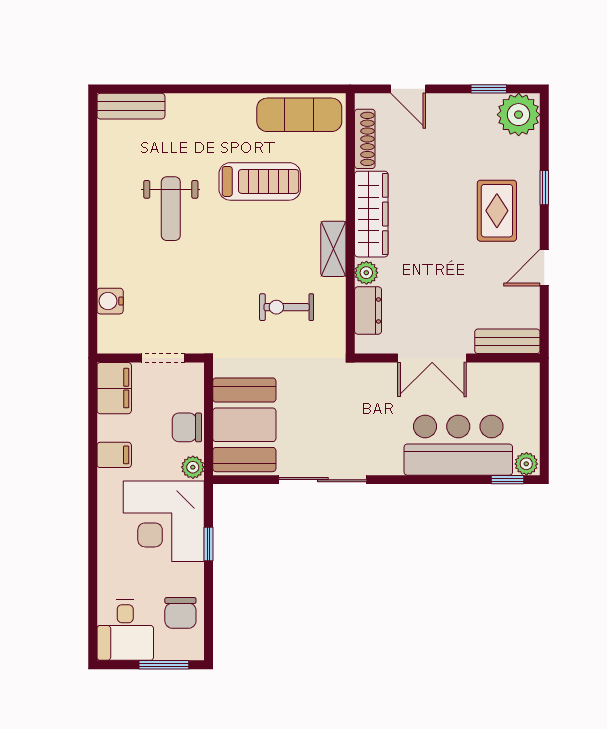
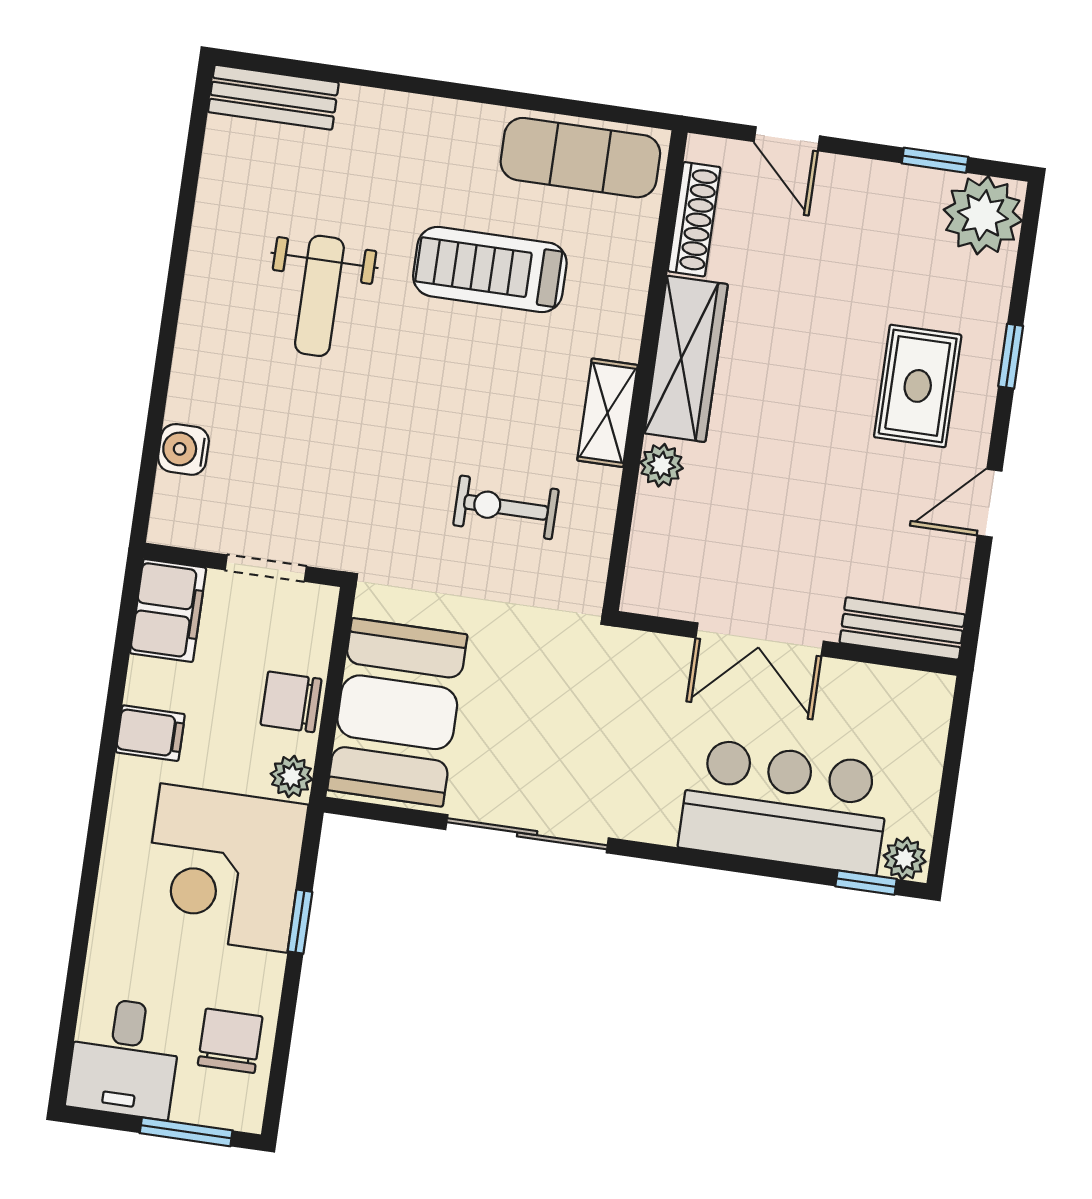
treadmill: (260, 181) -> (490, 269), turned 180
dresser: (368, 310) -> (655, 535), removed
chair: (180, 613) -> (230, 1041), turned 180

